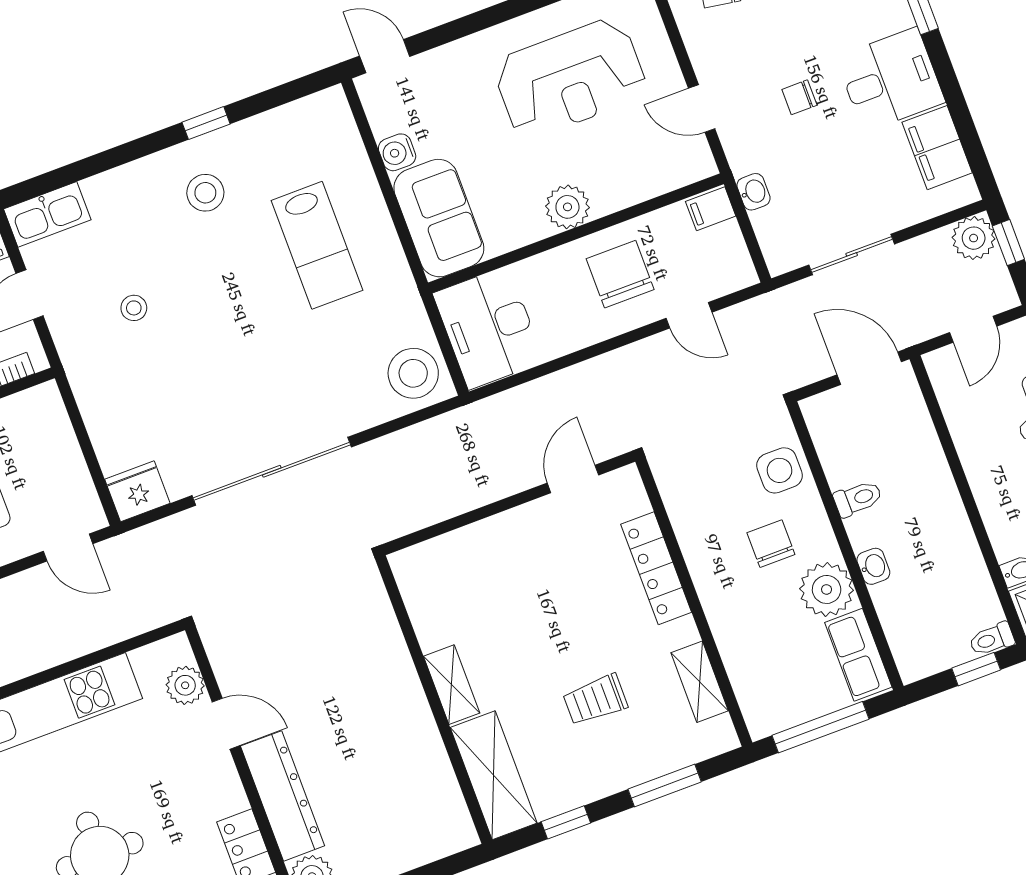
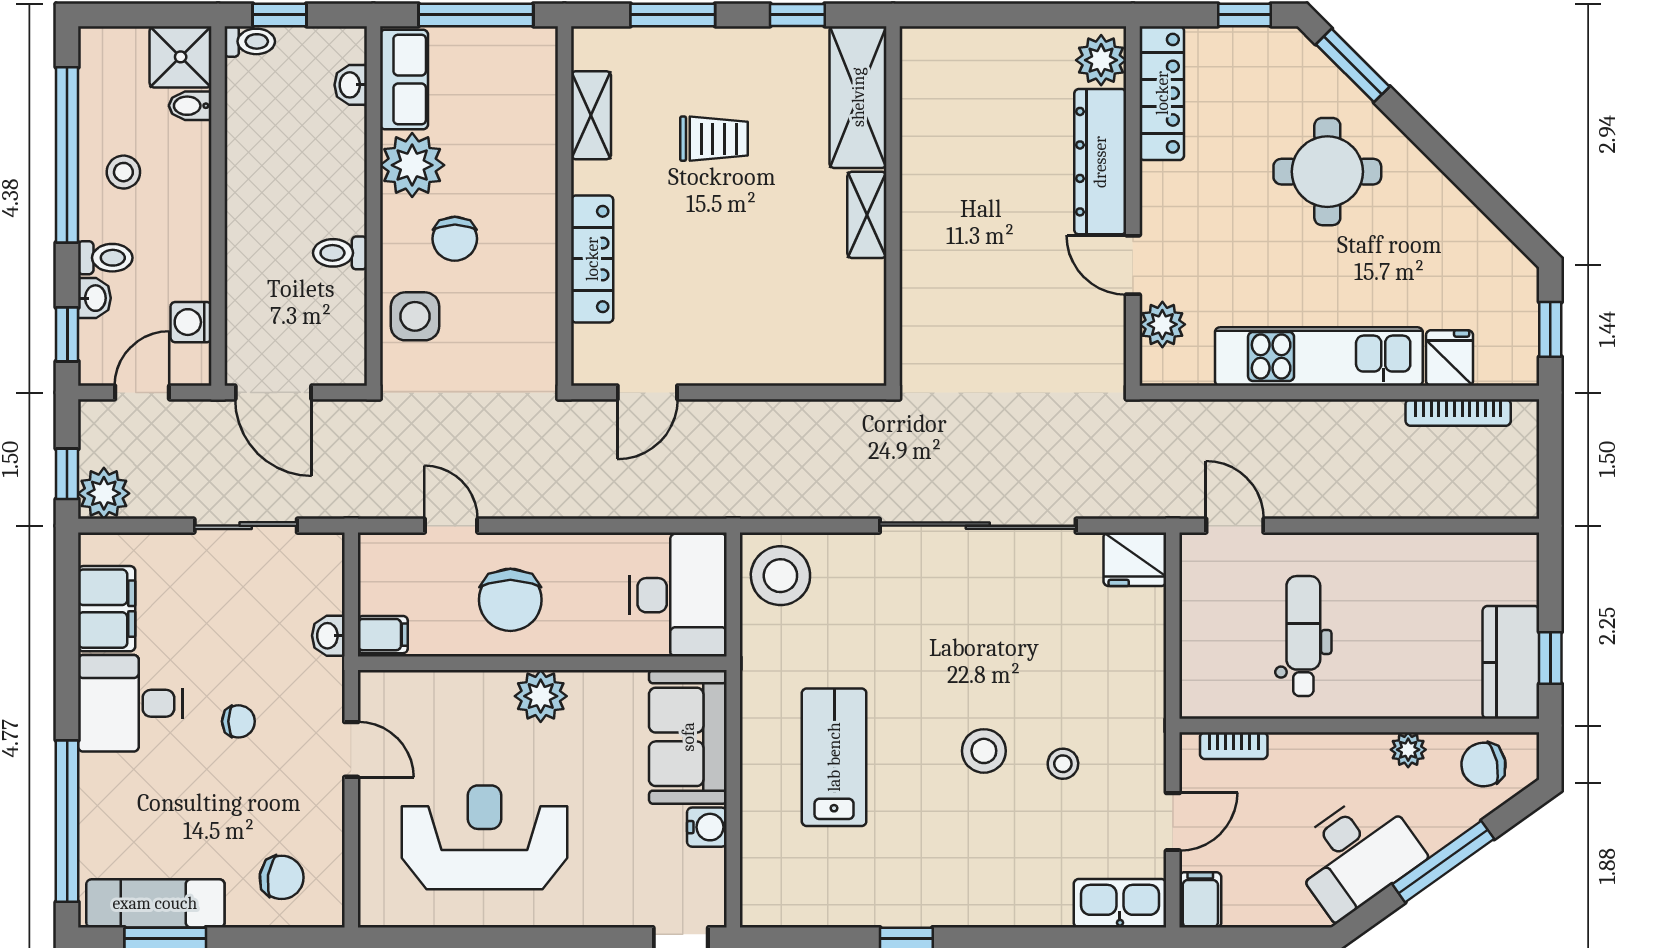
stool: (205, 193) -> (984, 751), moved
washing machine: (955, 400) -> (191, 322), added
washbasin: (873, 566) -> (351, 85), moved

